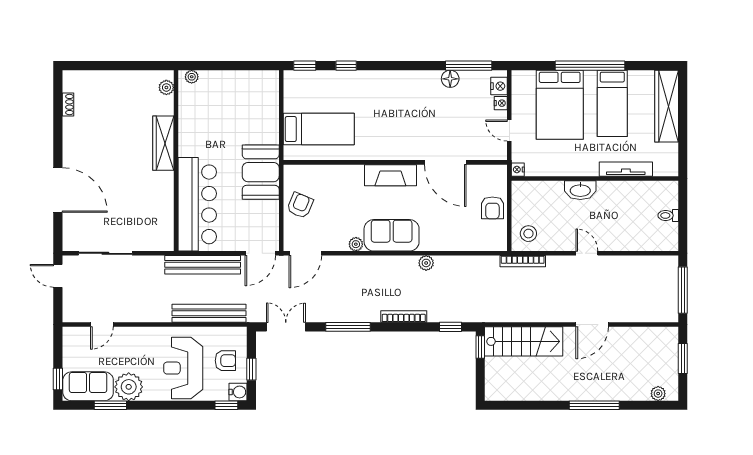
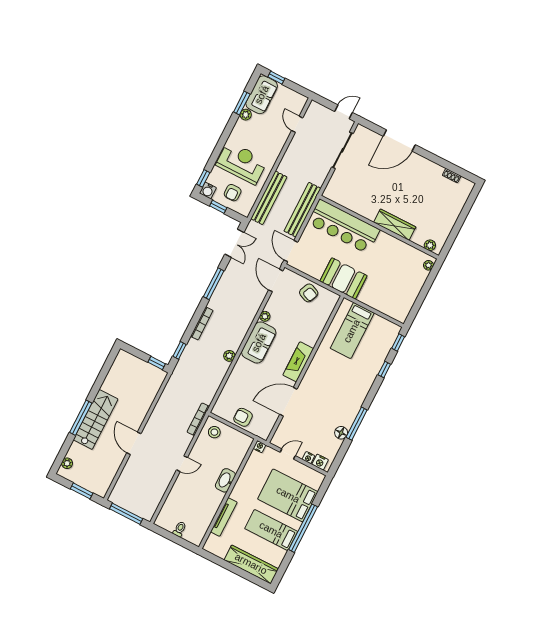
window: (469, 66) -> (357, 424), moved
stairs: (524, 341) -> (96, 419), moved, turned 180
plant: (129, 387) -> (246, 115), width x0.53, depth x0.53

